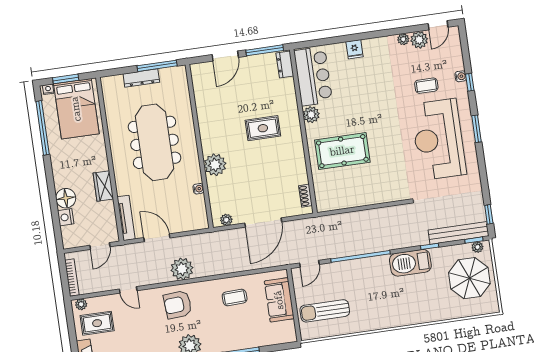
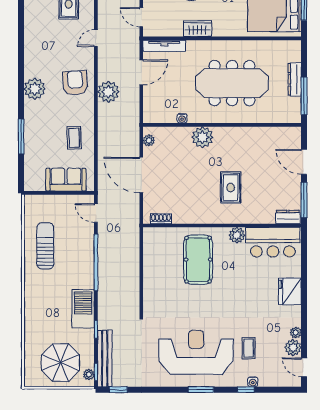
fridge: (354, 49) -> (290, 291), width x1.88, depth x1.34
sun lounger: (325, 311) -> (45, 246), moved

